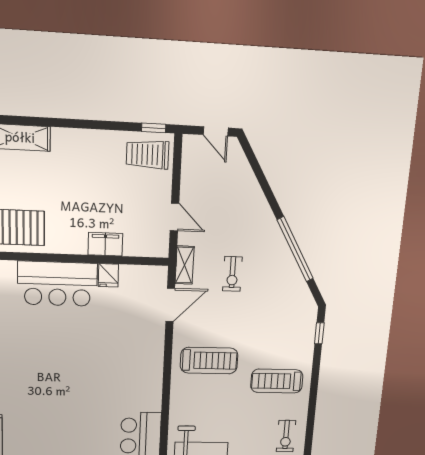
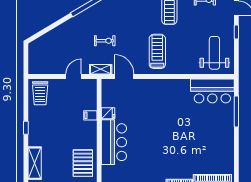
window: (154, 128) -> (26, 128), moved
door: (216, 131) -> (26, 56), removed
filing cabinet: (105, 244) -> (90, 115), width x0.50

